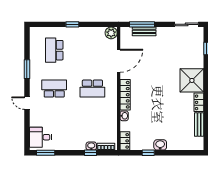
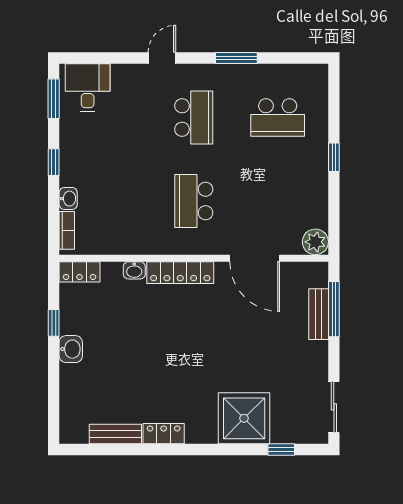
school desk: (54, 50) -> (278, 118), turned 180
shower: (192, 80) -> (244, 418), moved
window: (90, 153) -> (54, 162), moved

